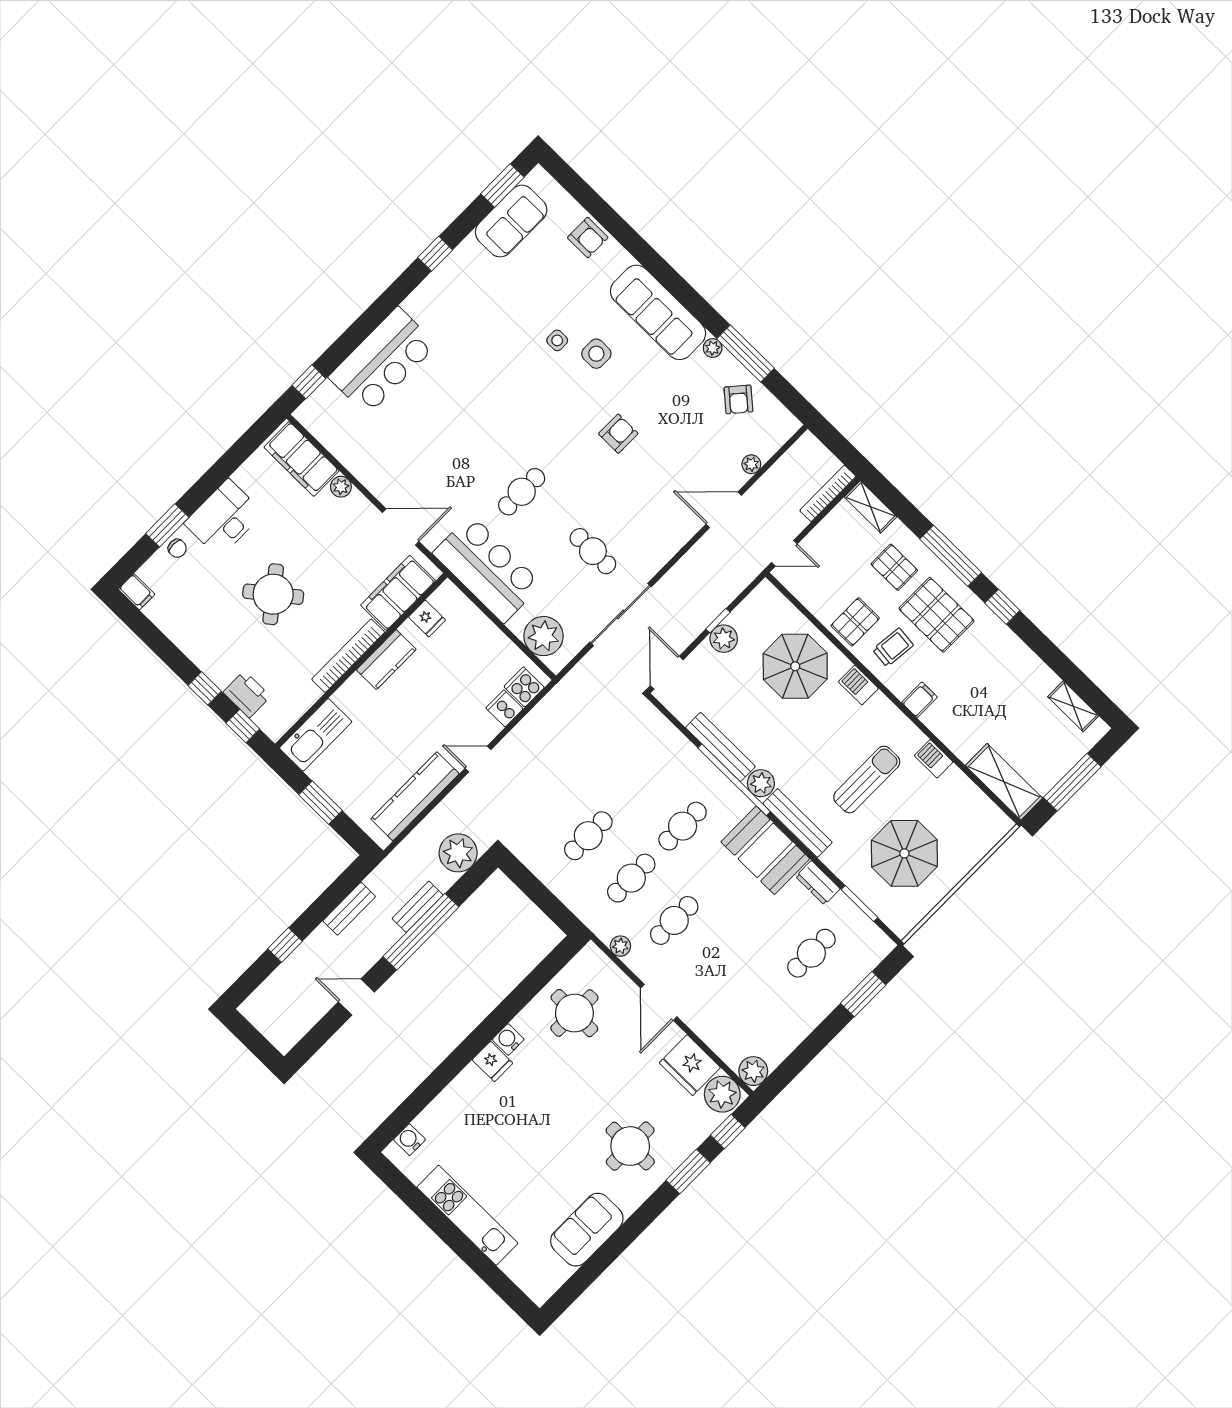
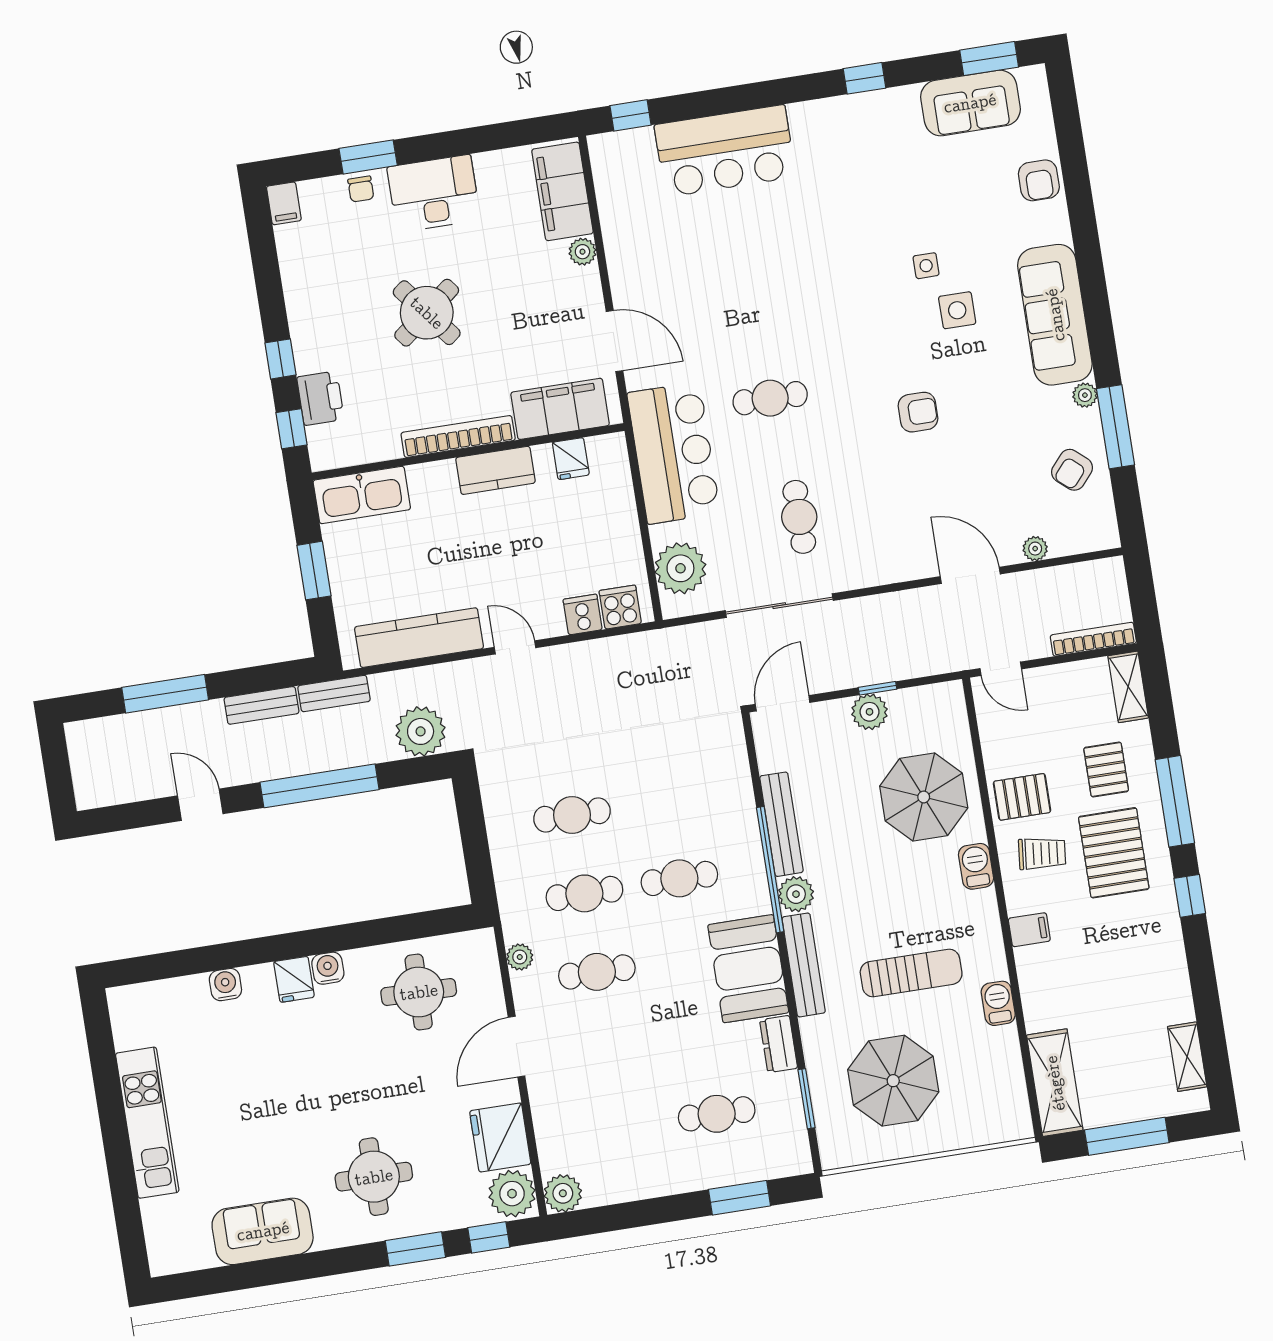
bench: (418, 907) -> (334, 693), moved
window: (285, 945) -> (165, 694), width x2.17
water cooler: (409, 1140) -> (225, 985), moved

